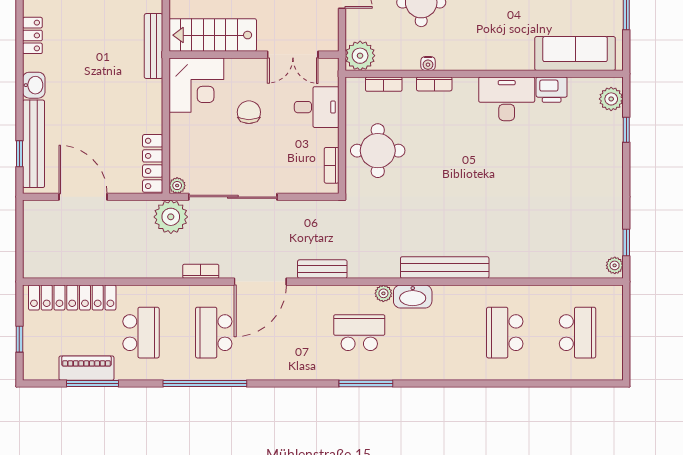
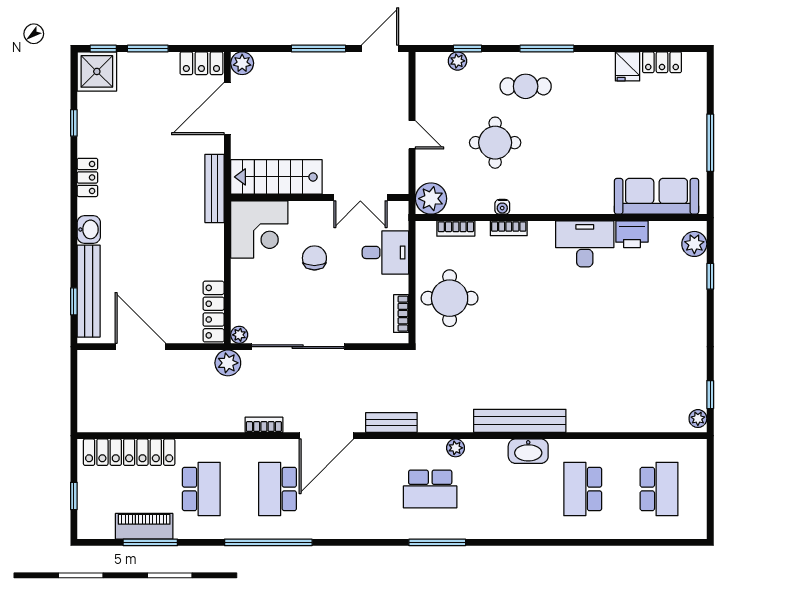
plant: (171, 217) -> (228, 363), width x0.73, depth x0.73
washbasin: (413, 296) -> (528, 451), moved
school desk: (359, 333) -> (430, 489), turned 180

